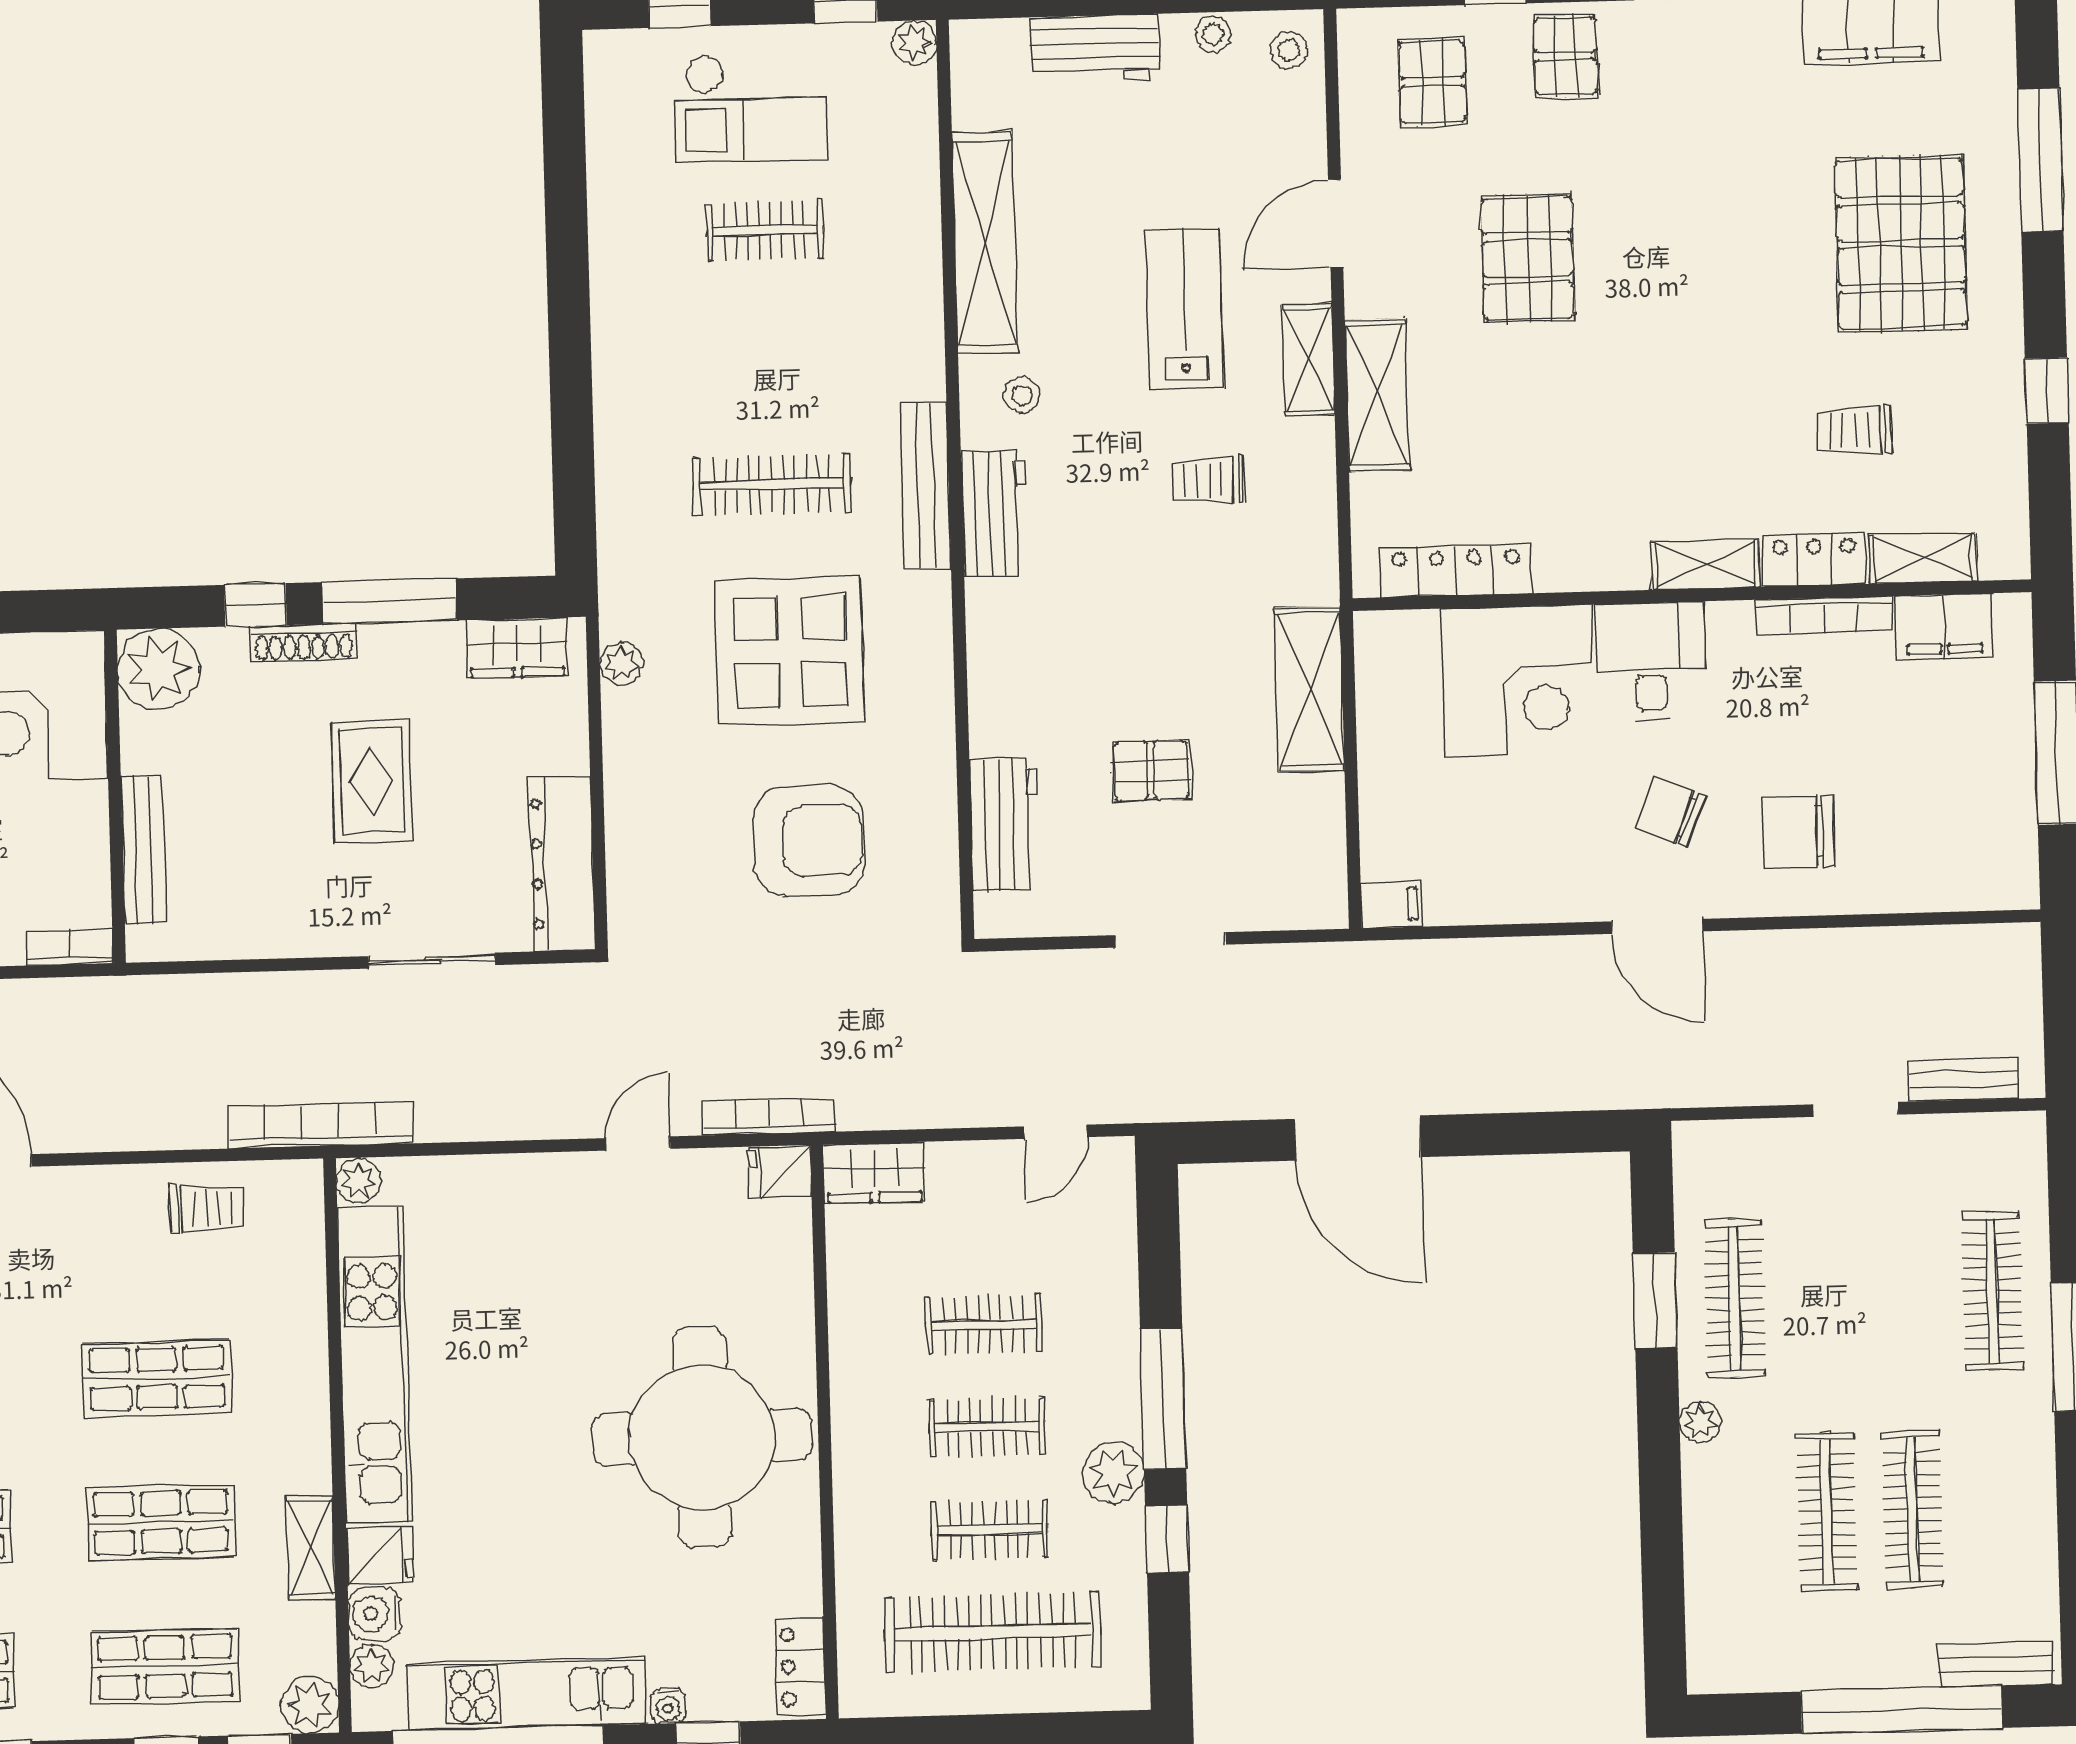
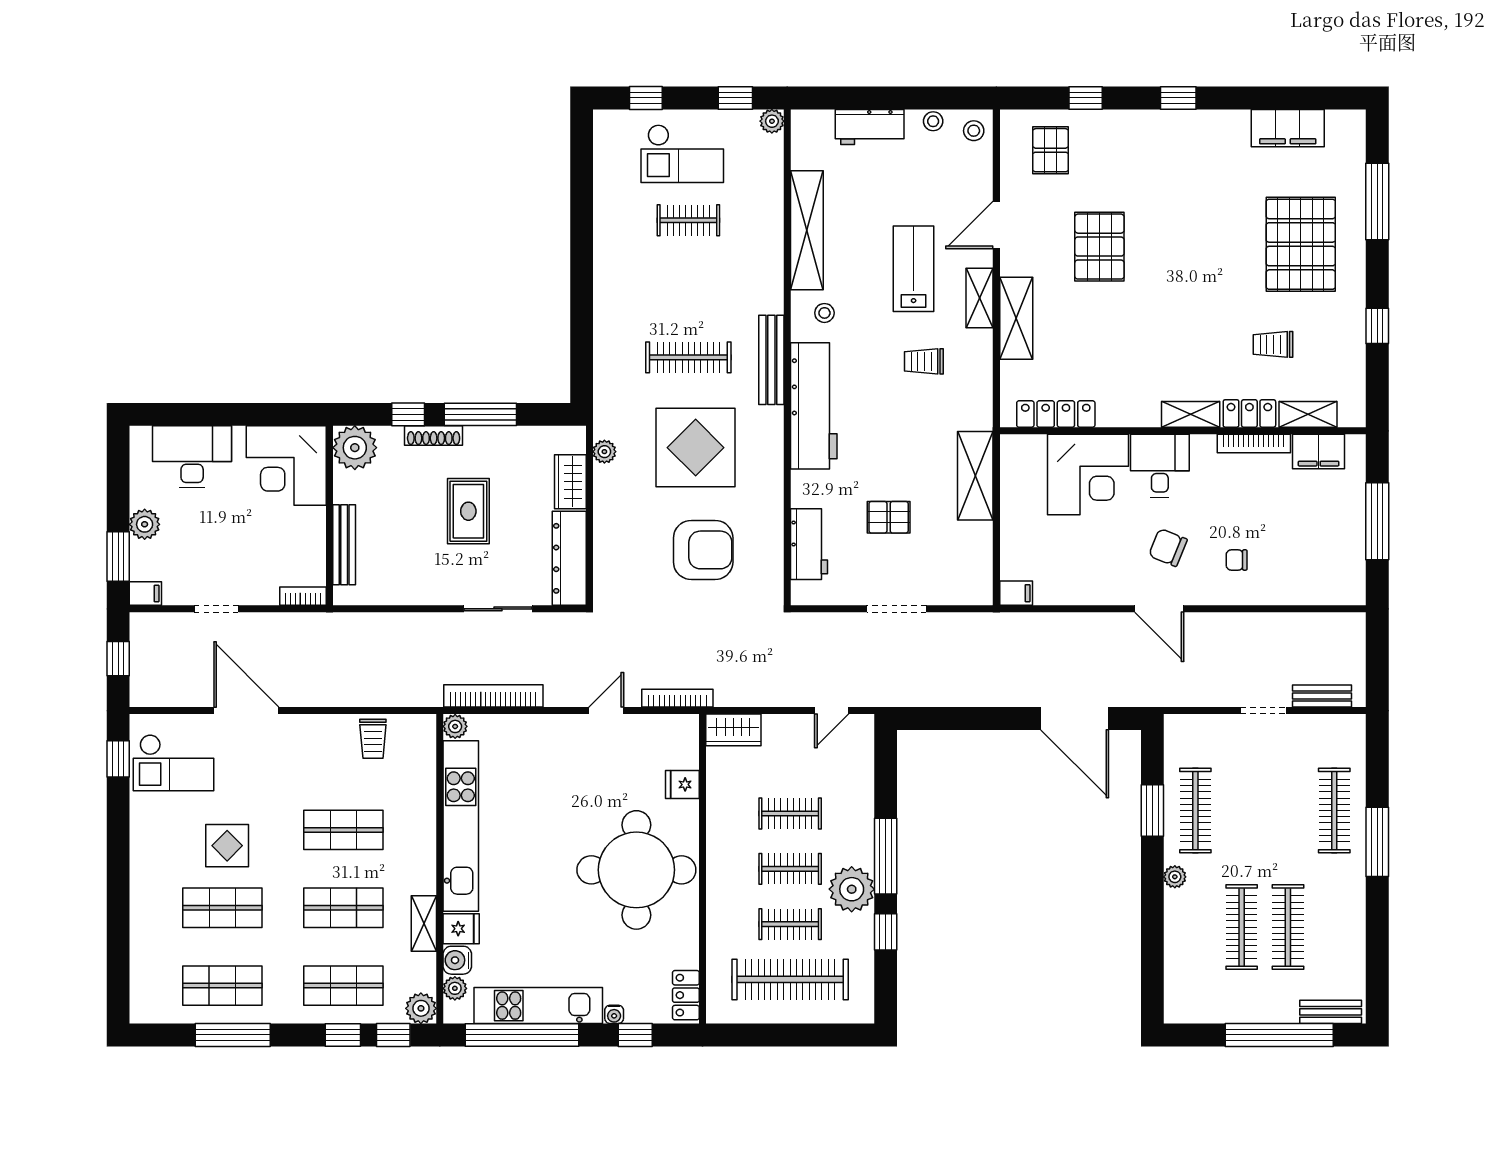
pallet: (1565, 56) -> (1123, 138), removed
workbench: (995, 514) -> (814, 406), width x1.88, depth x1.32
wardrobe: (517, 648) -> (570, 482), moved, turned 90
chair: (1798, 832) -> (1237, 560), width x0.54, depth x0.54
bookcase: (320, 1125) -> (493, 696), moved
door: (1358, 1138) -> (1075, 718), moved
fridge: (780, 1172) -> (682, 784), moved
trolley: (207, 1208) -> (373, 739), turned 90
plant: (1113, 1473) -> (852, 889), width x1.36, depth x1.36

